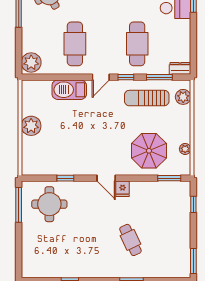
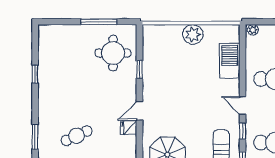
plant: (31, 62) -> (253, 30), width x0.53, depth x0.53
barbecue: (69, 90) -> (230, 61), moved
window: (19, 205) -> (99, 22), moved

